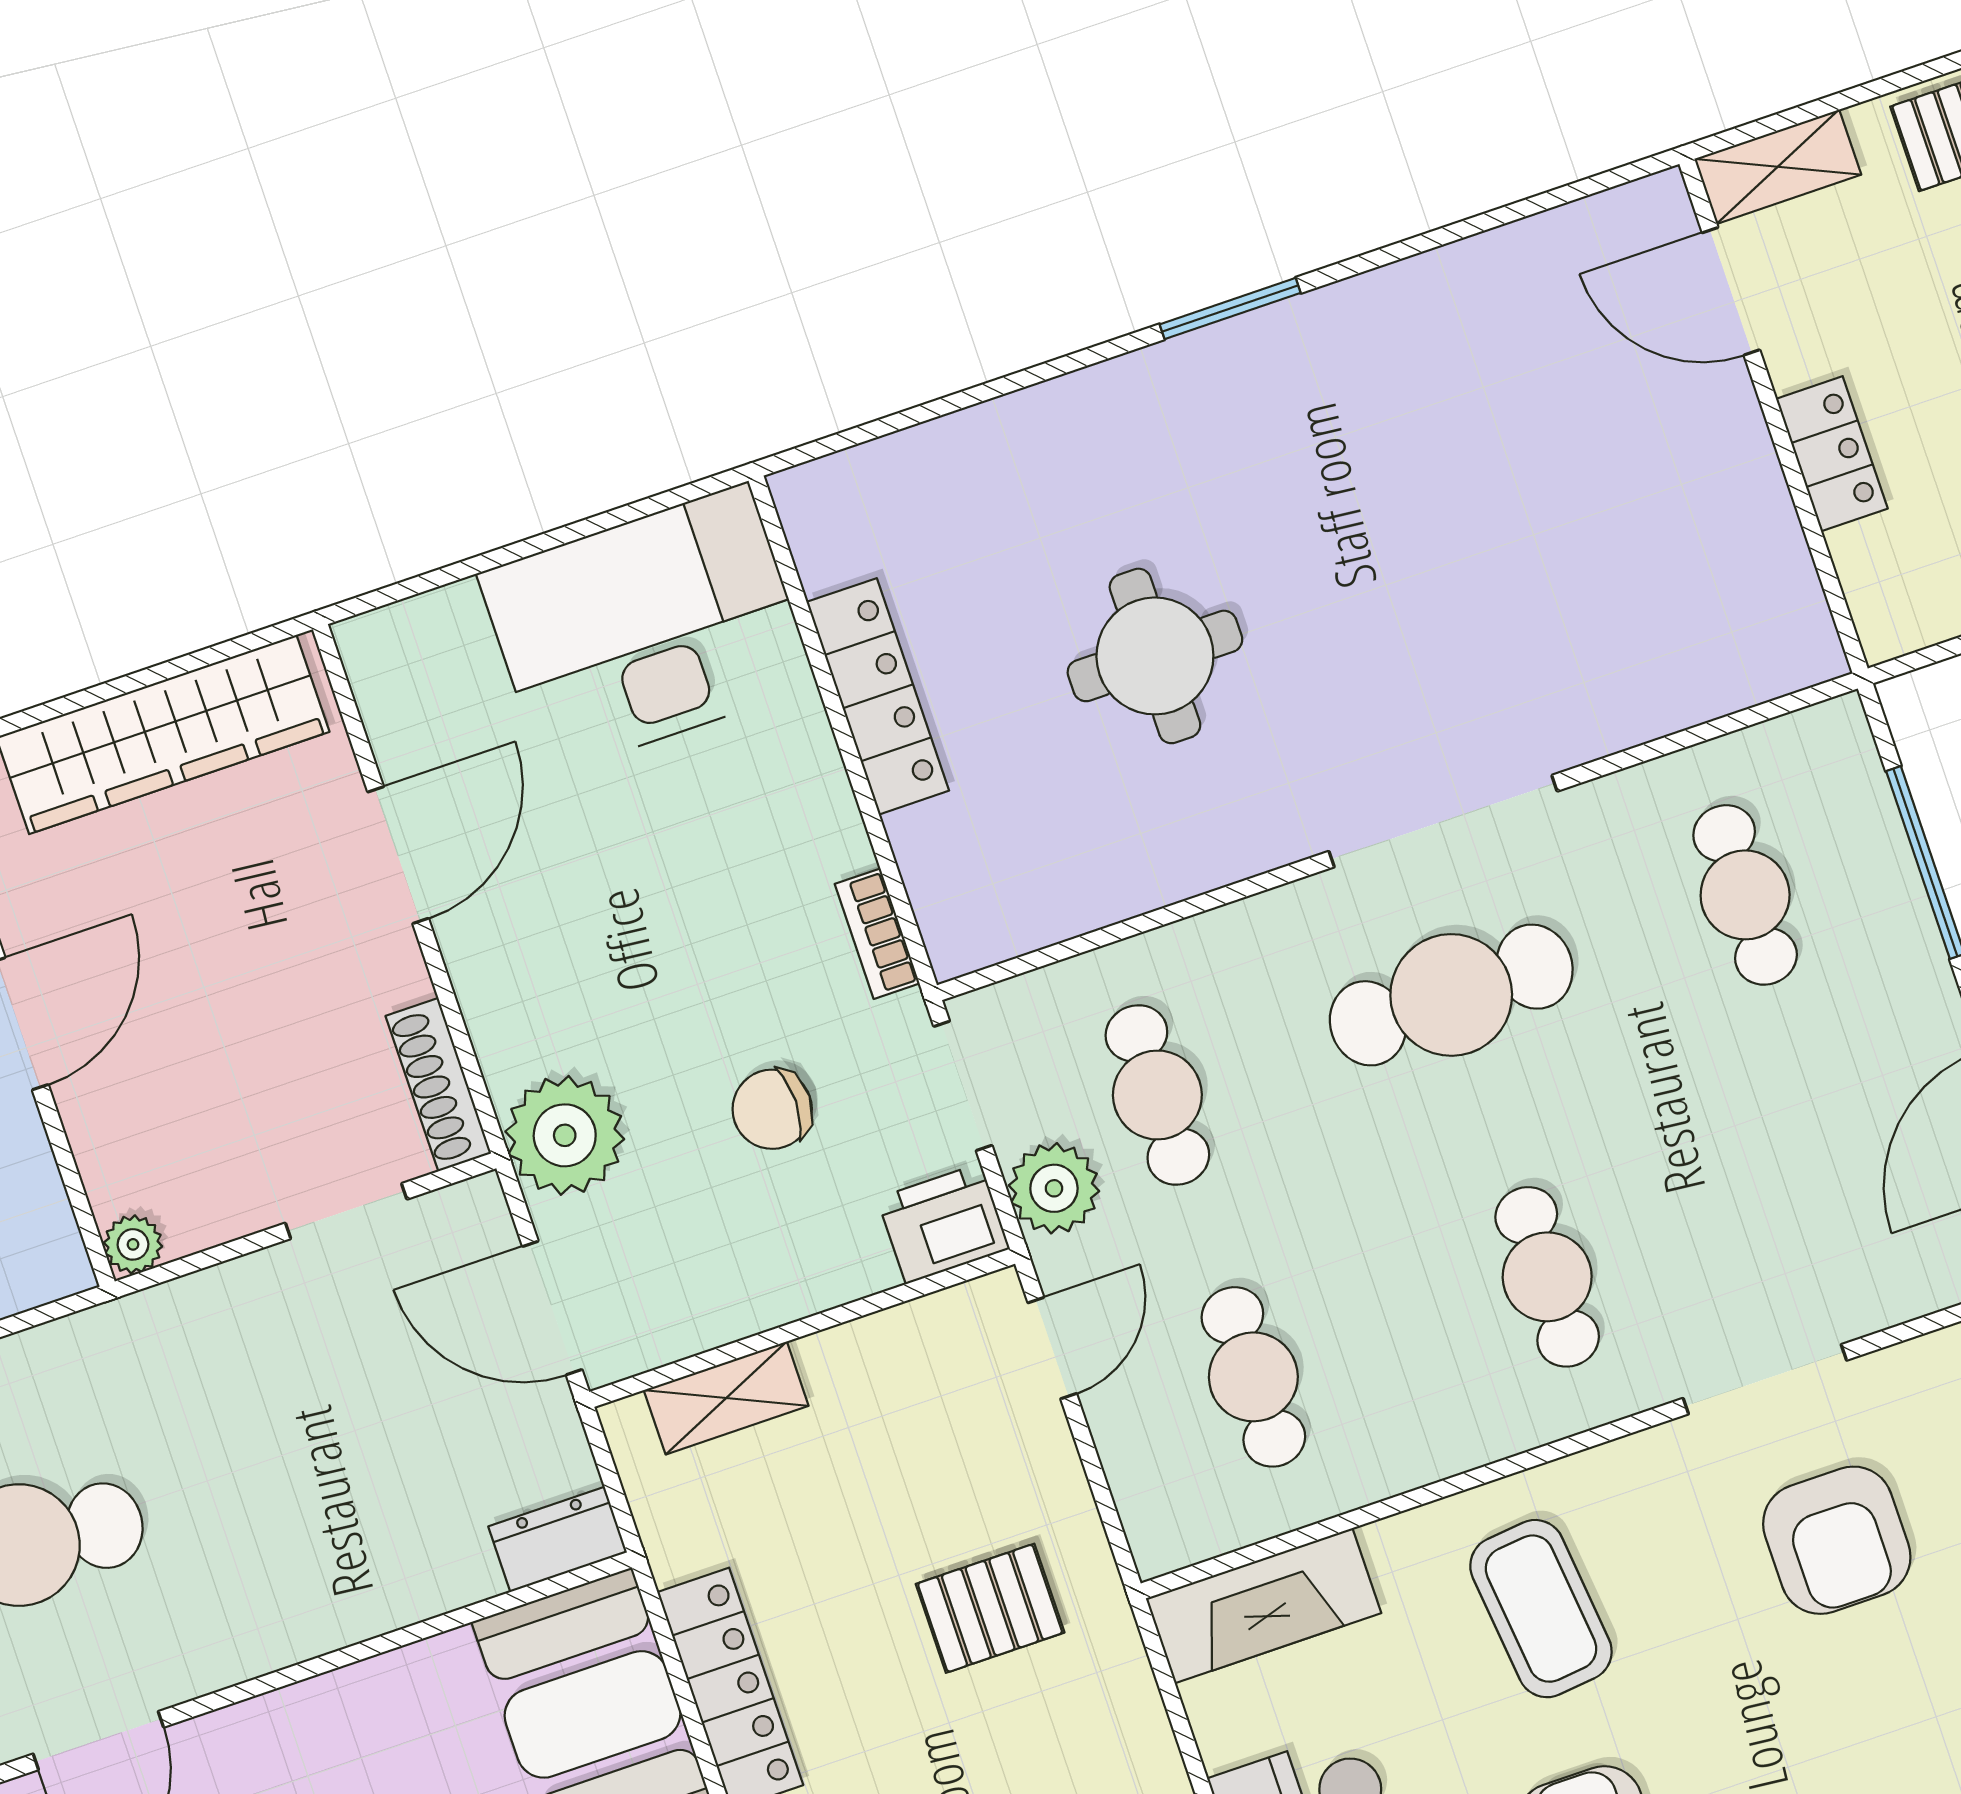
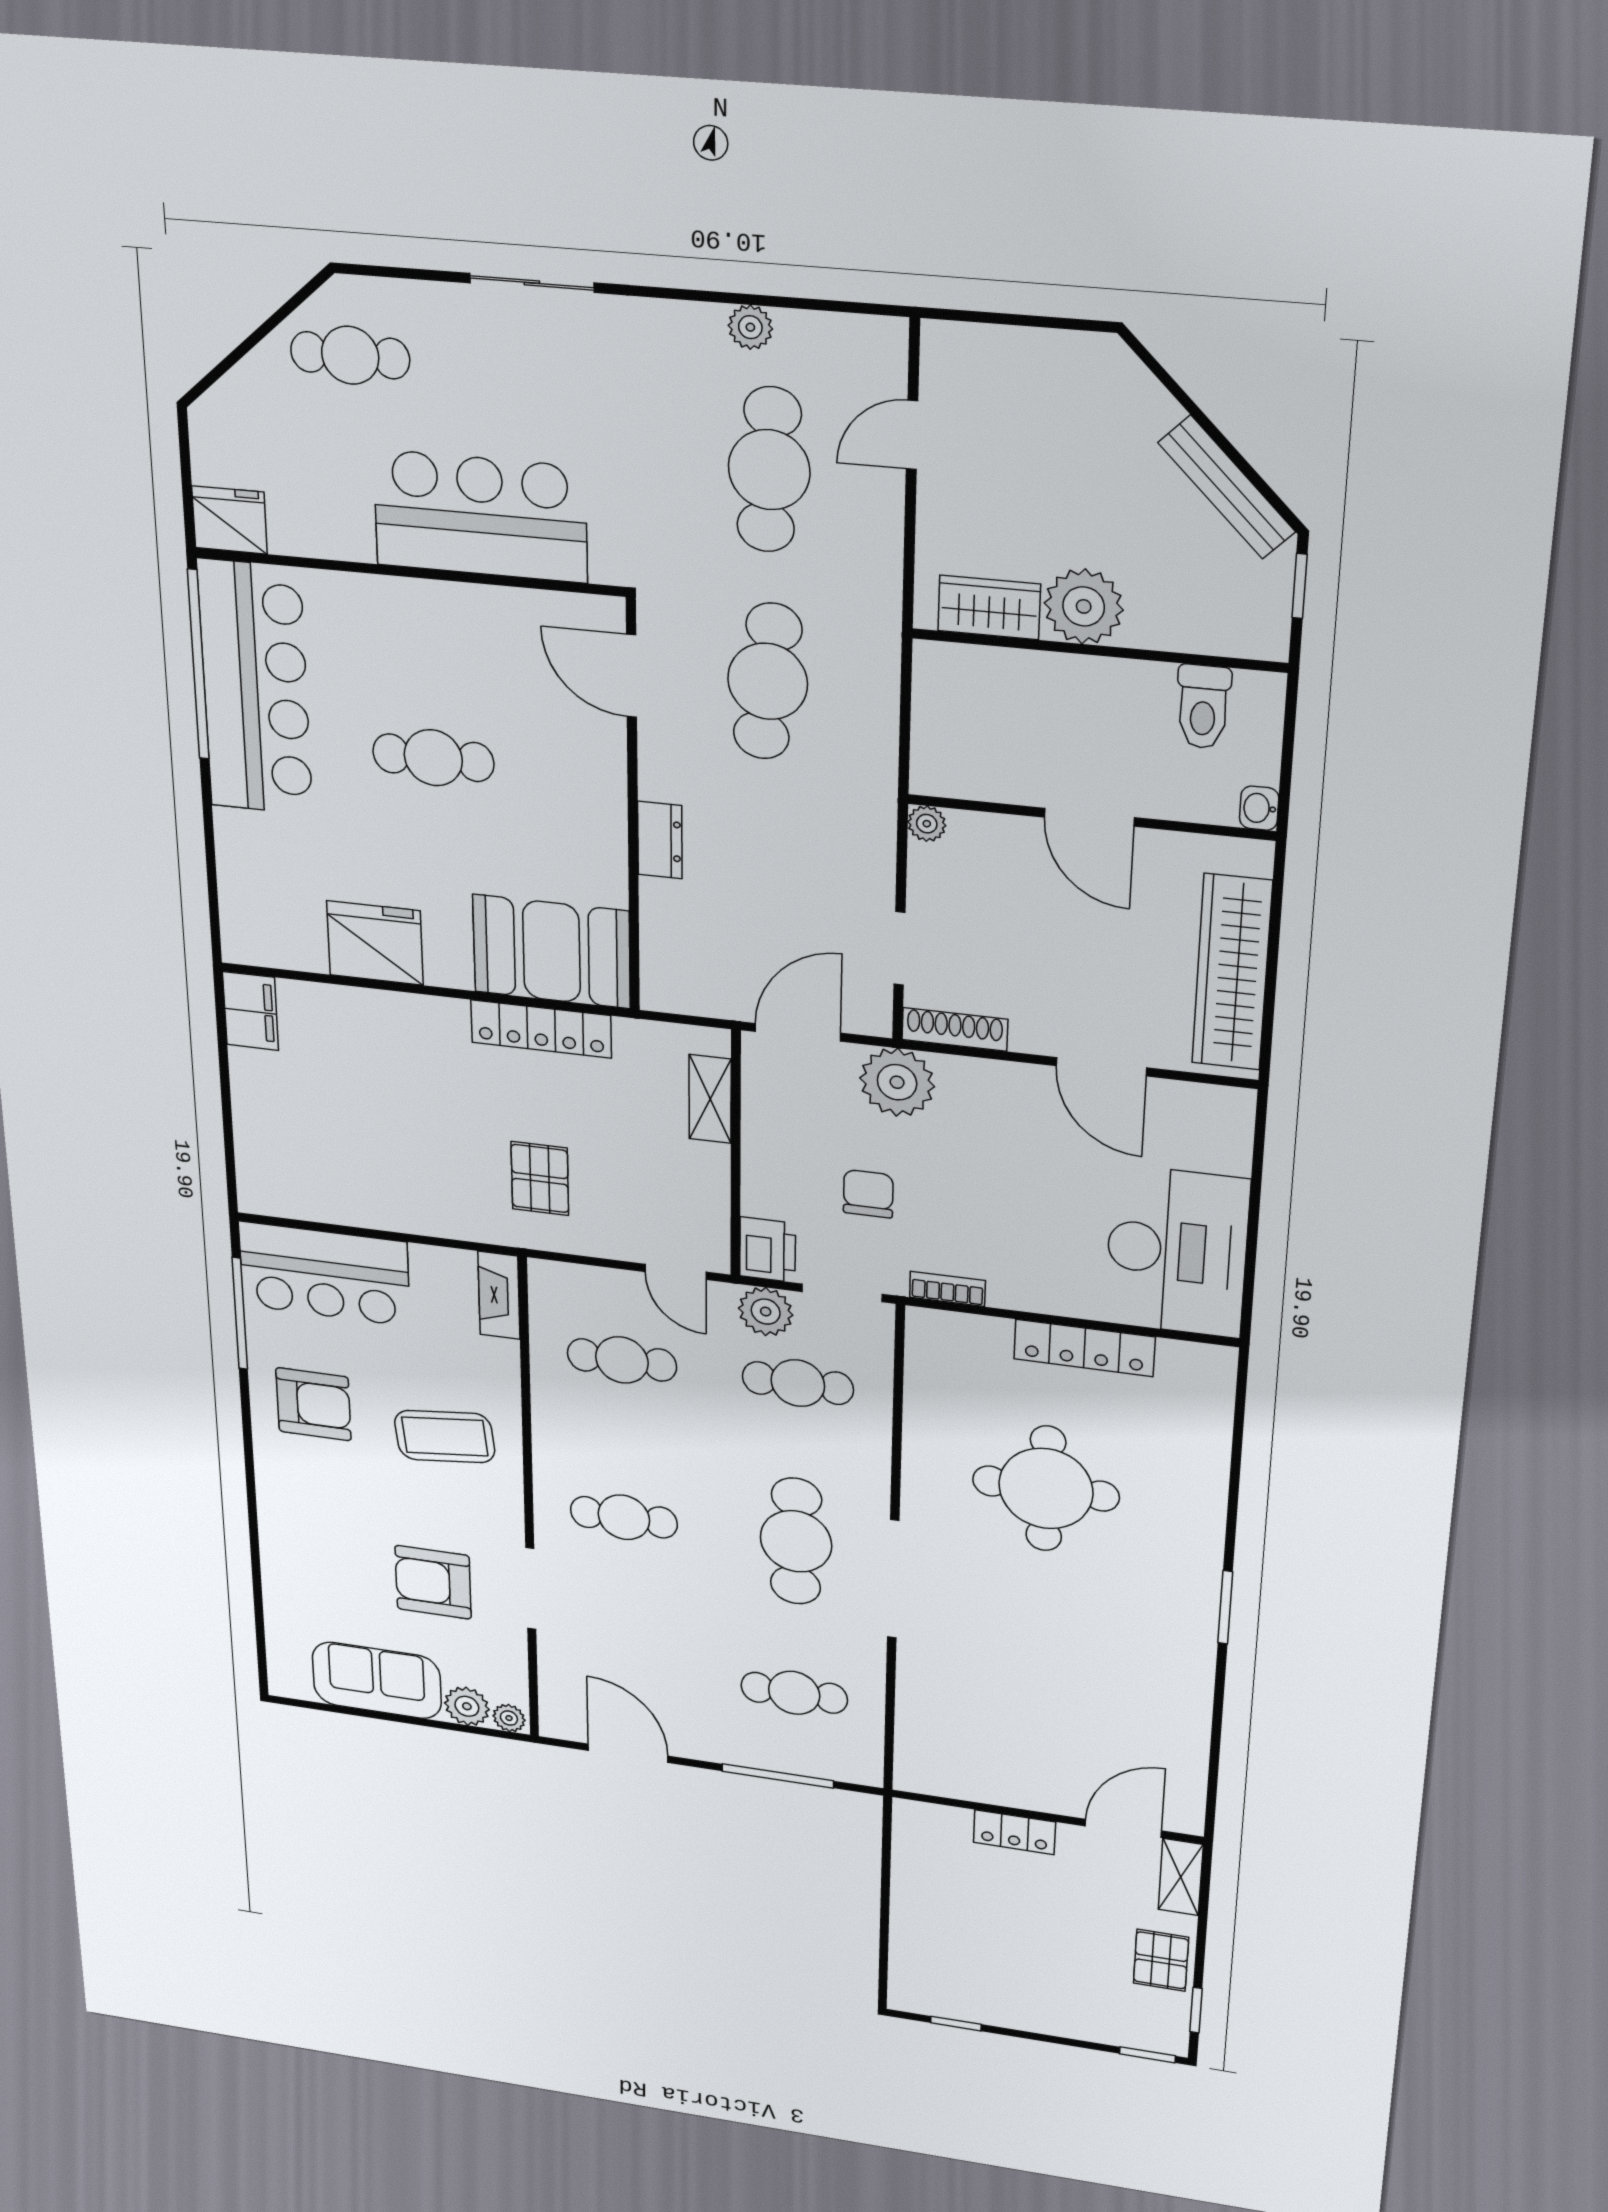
round table: (1155, 656) -> (1046, 1489), width x1.36, depth x1.36
dresser: (558, 1539) -> (660, 840), moved
fireplace: (1264, 1606) -> (499, 1295), width x0.73, depth x0.76

